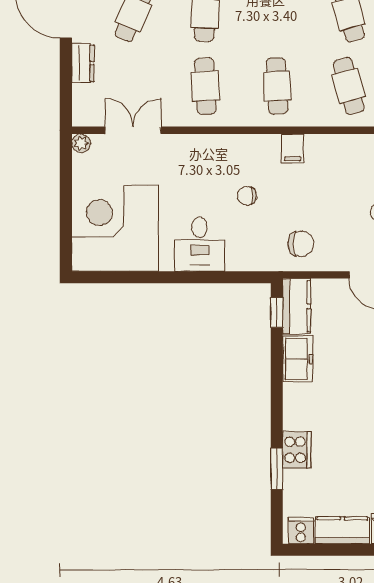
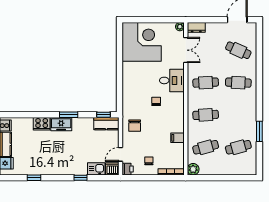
dresser: (83, 63) -> (196, 27), moved
filing cabinet: (293, 149) -> (177, 138), moved
desk: (200, 244) -> (172, 80), moved, turned 180
freezer: (298, 359) -> (61, 124), moved
window: (277, 469) -> (69, 115), moved

